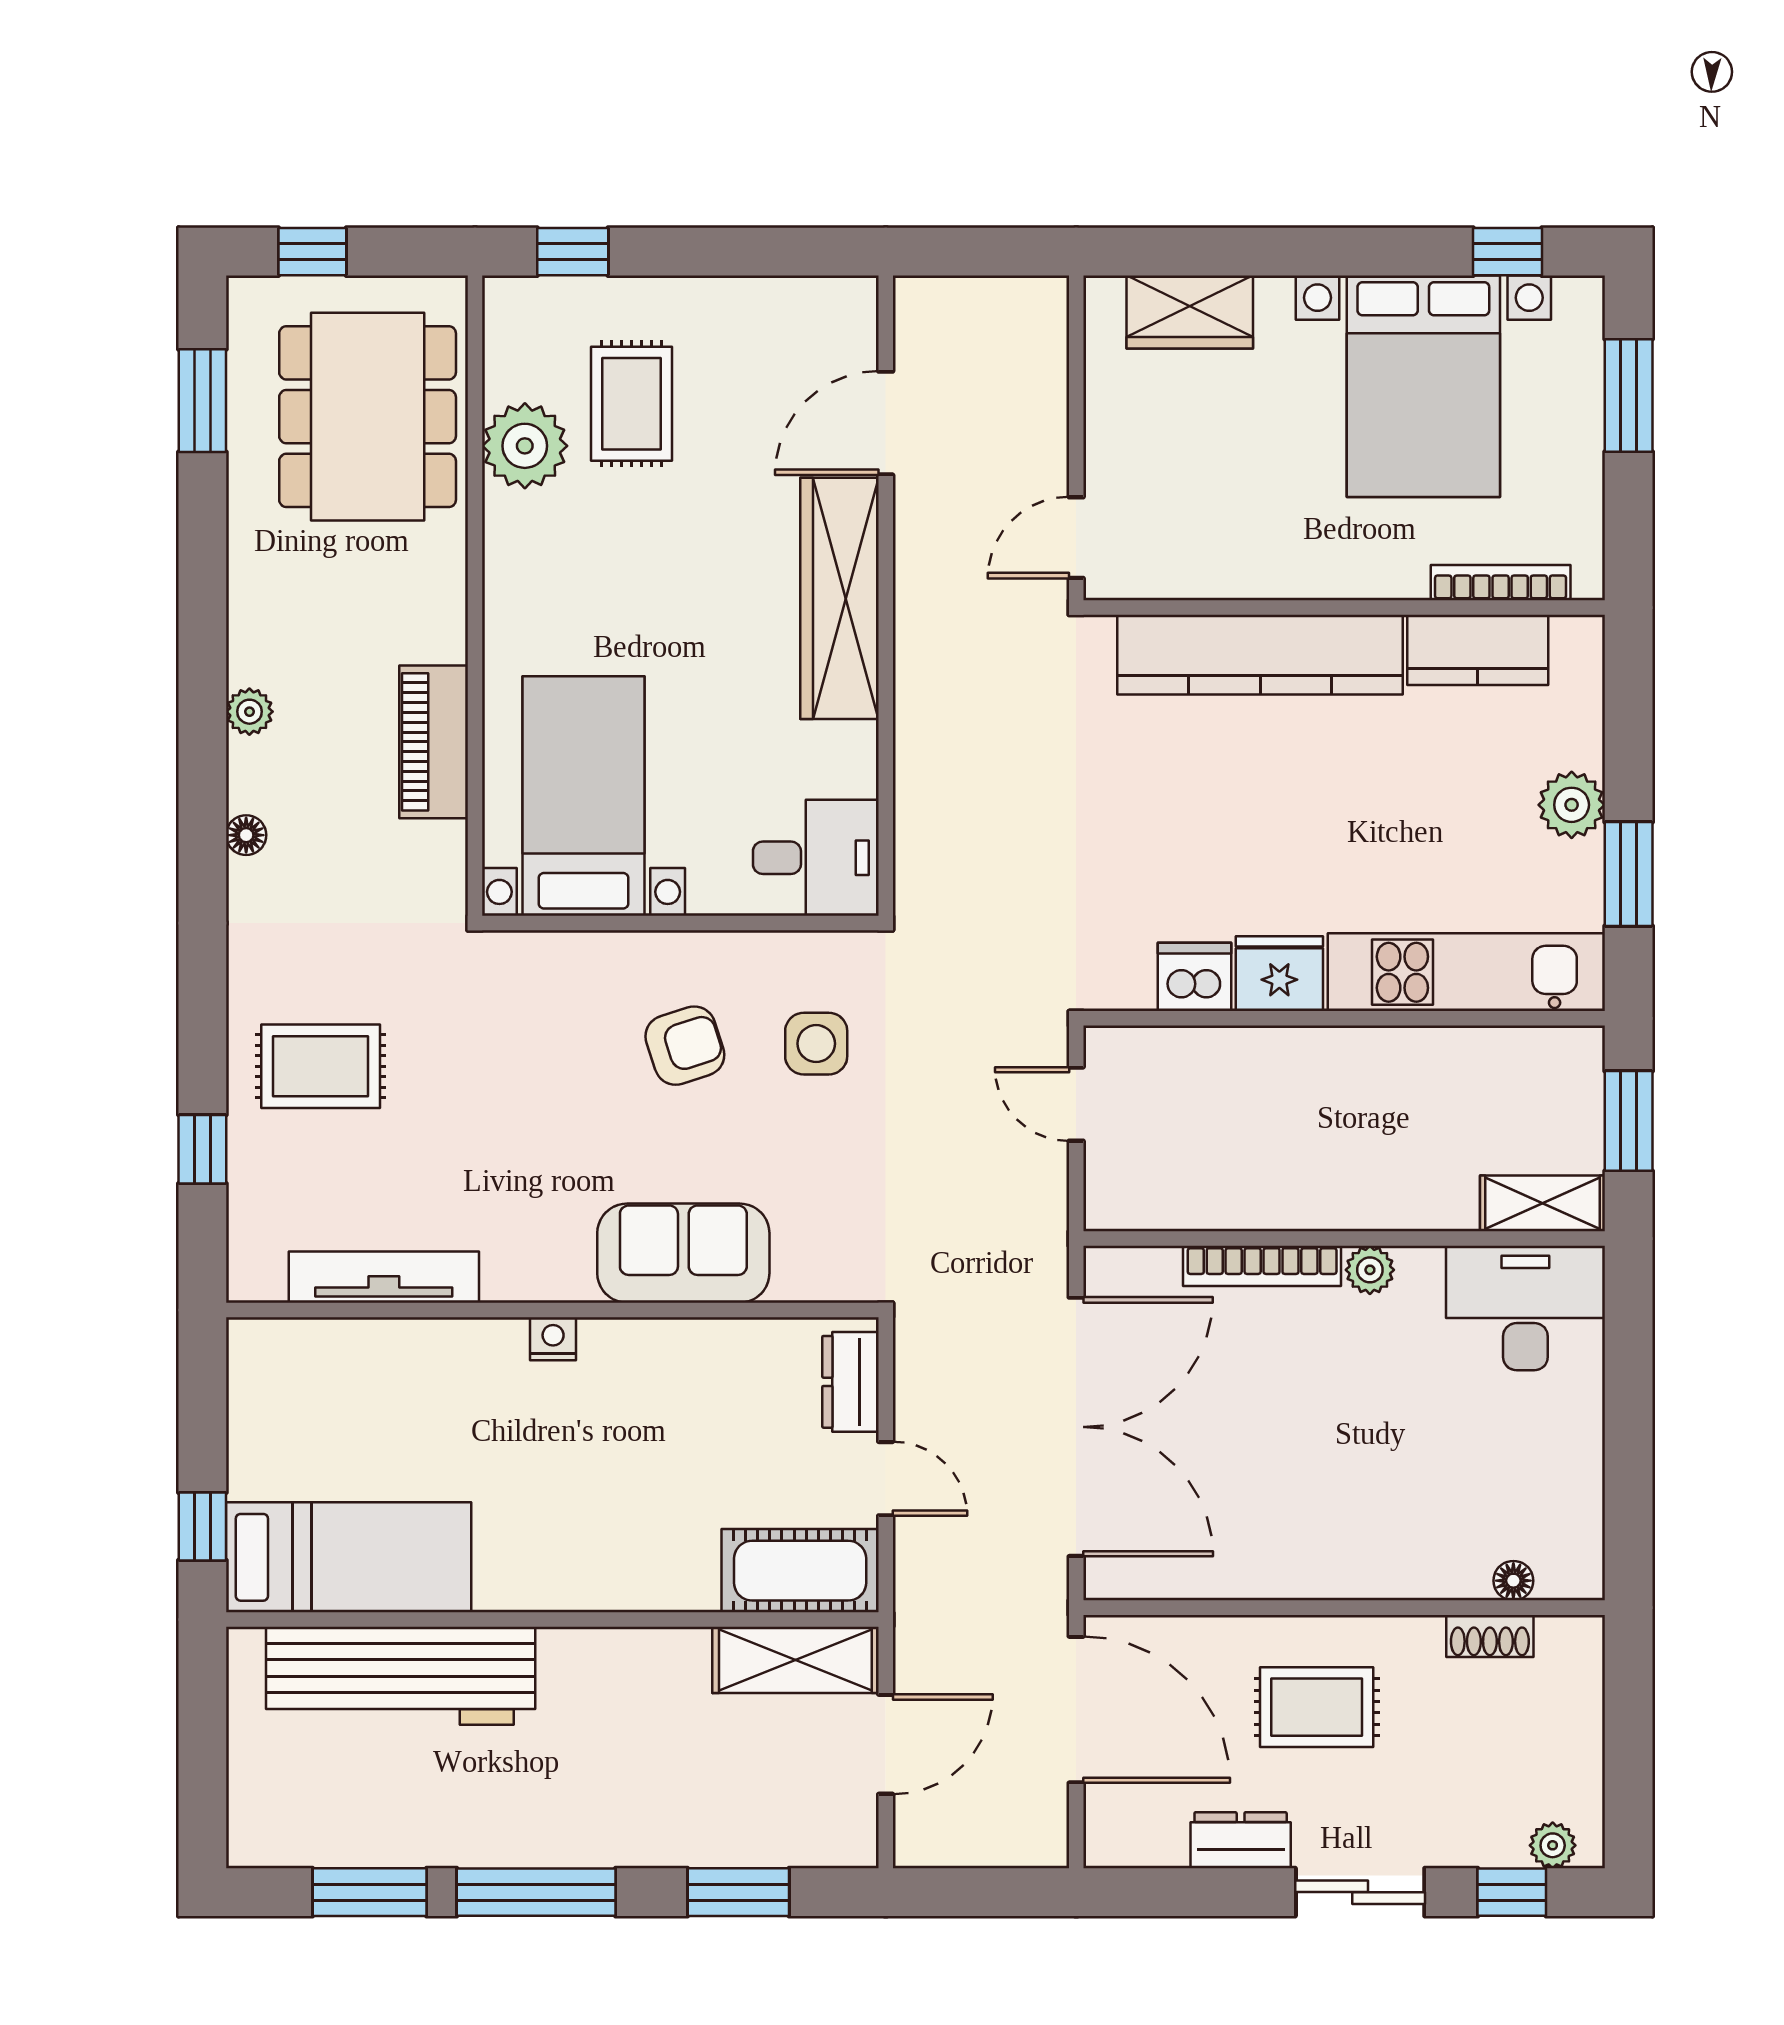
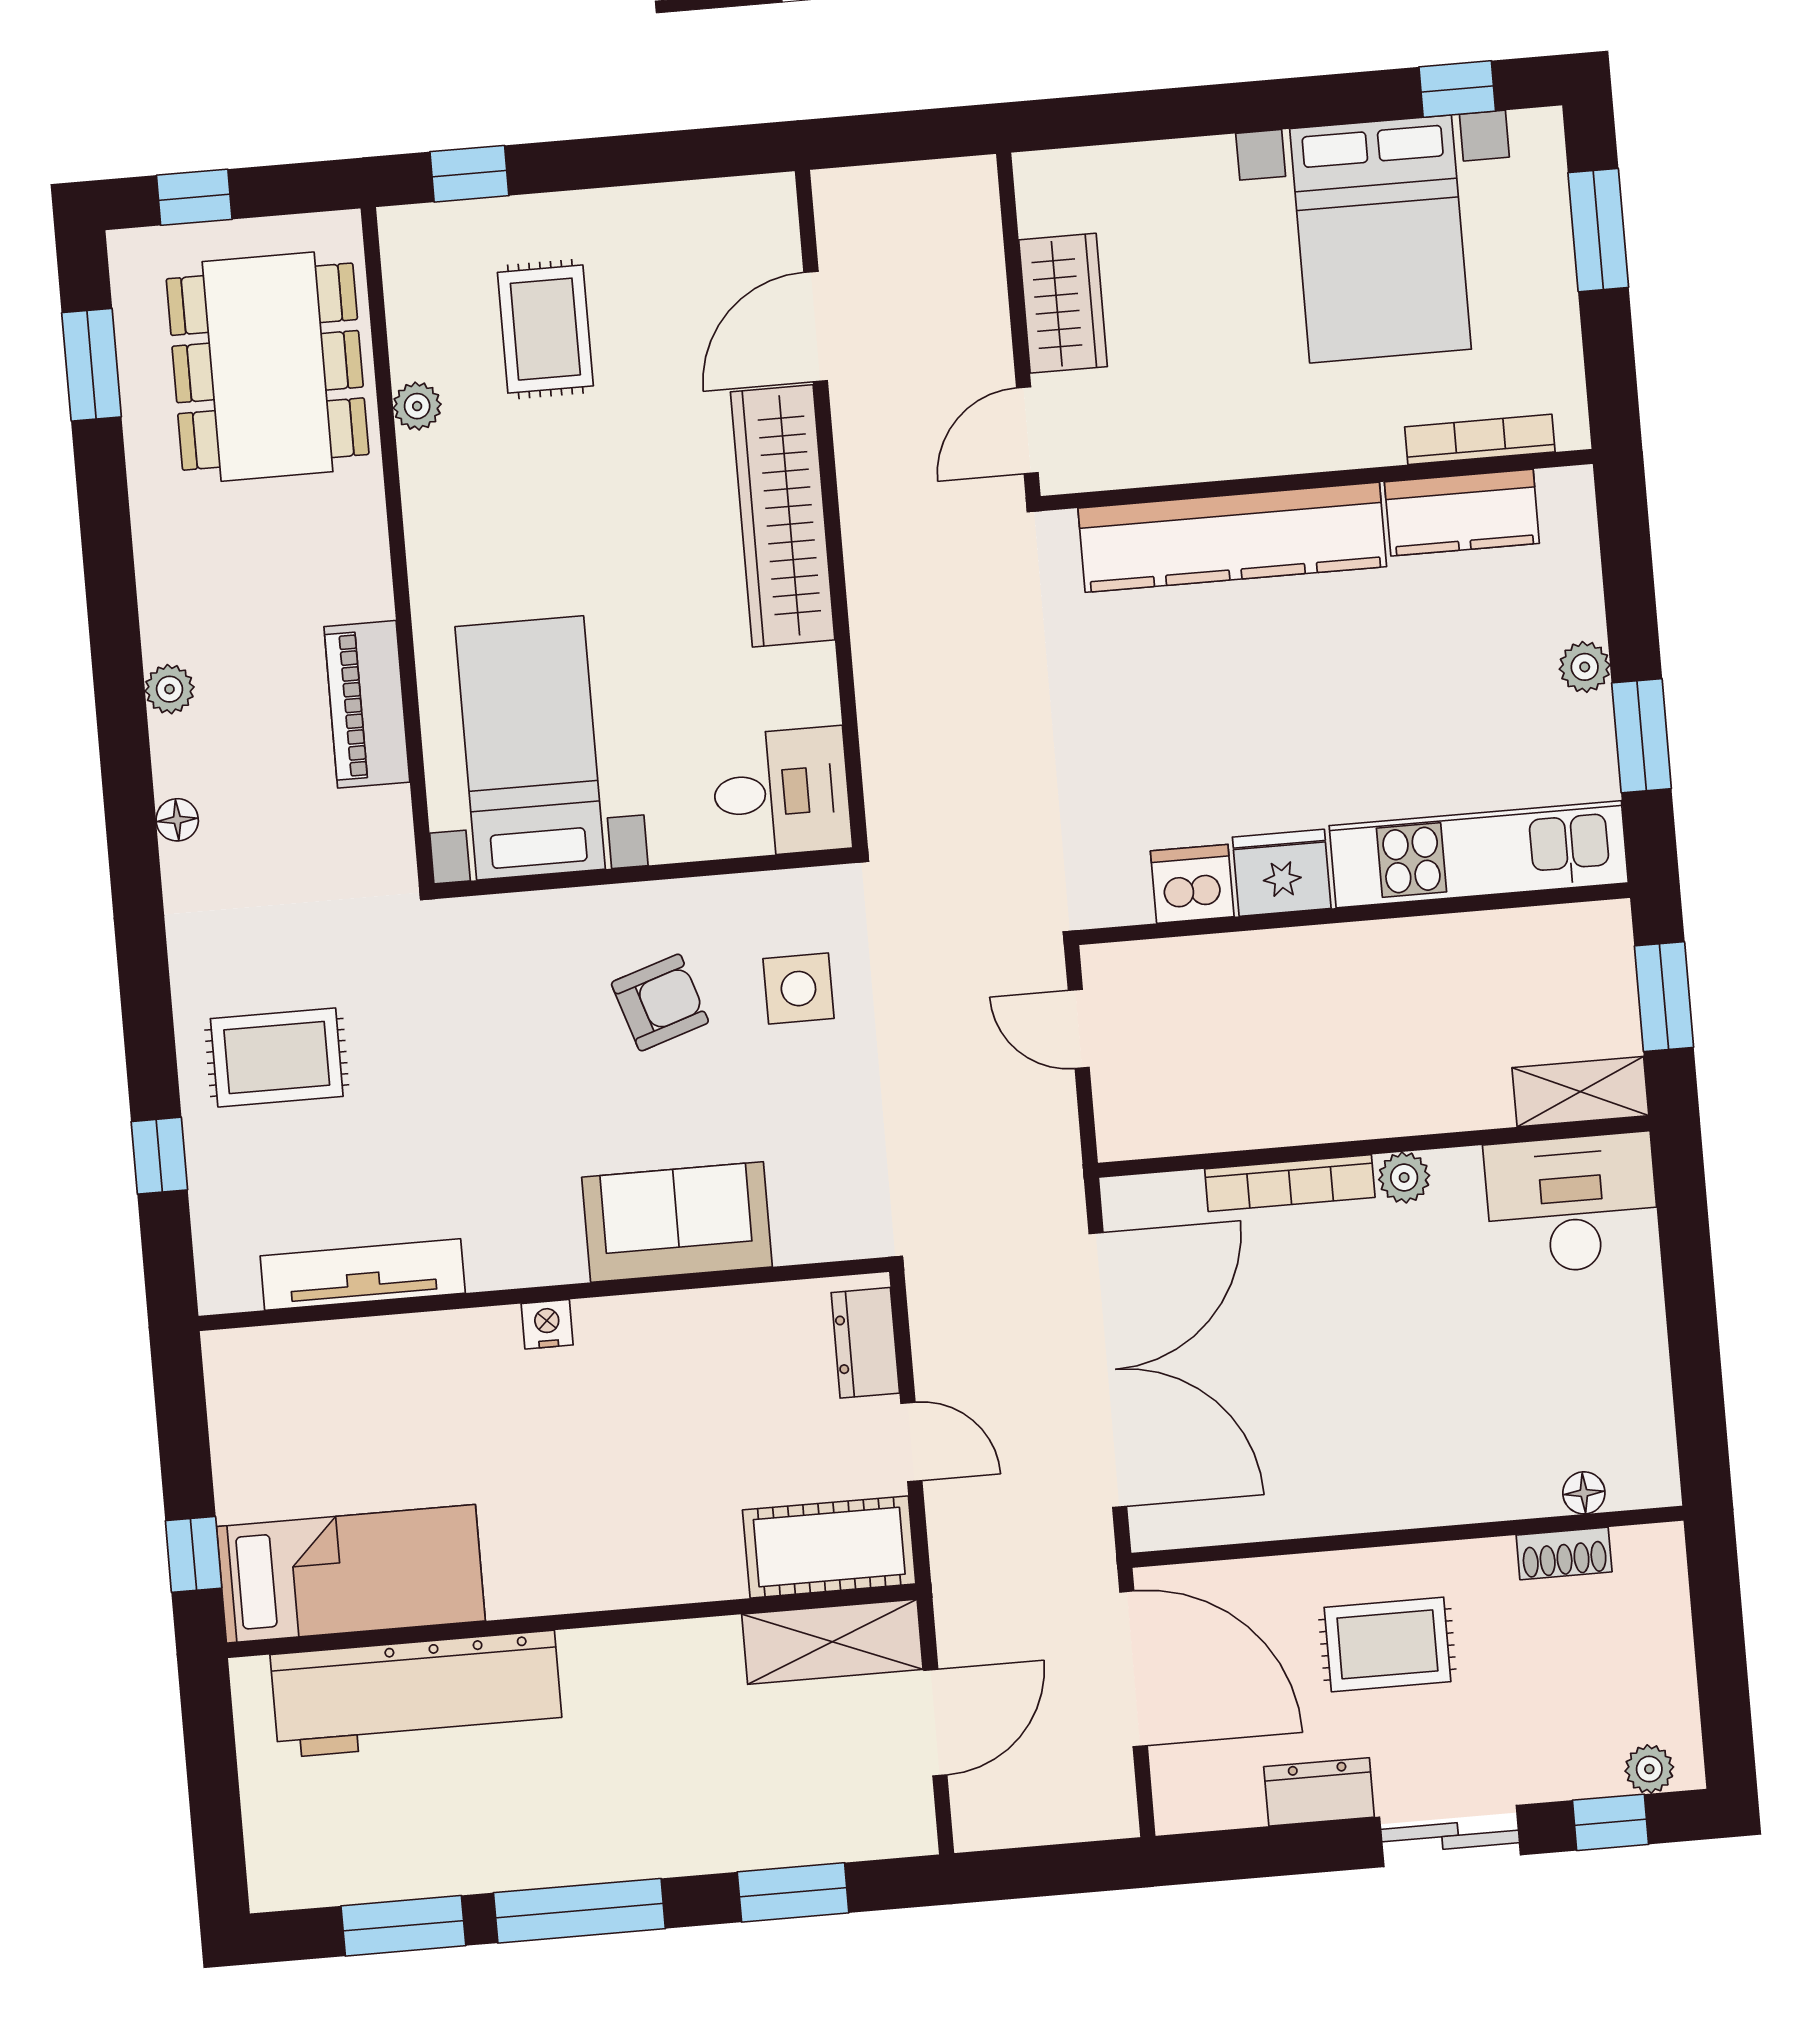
wardrobe: (1190, 312) -> (1063, 303), moved, turned -90
plant: (525, 446) -> (417, 406), width x0.53, depth x0.53
plant: (1572, 805) -> (1585, 667), width x0.73, depth x0.73

